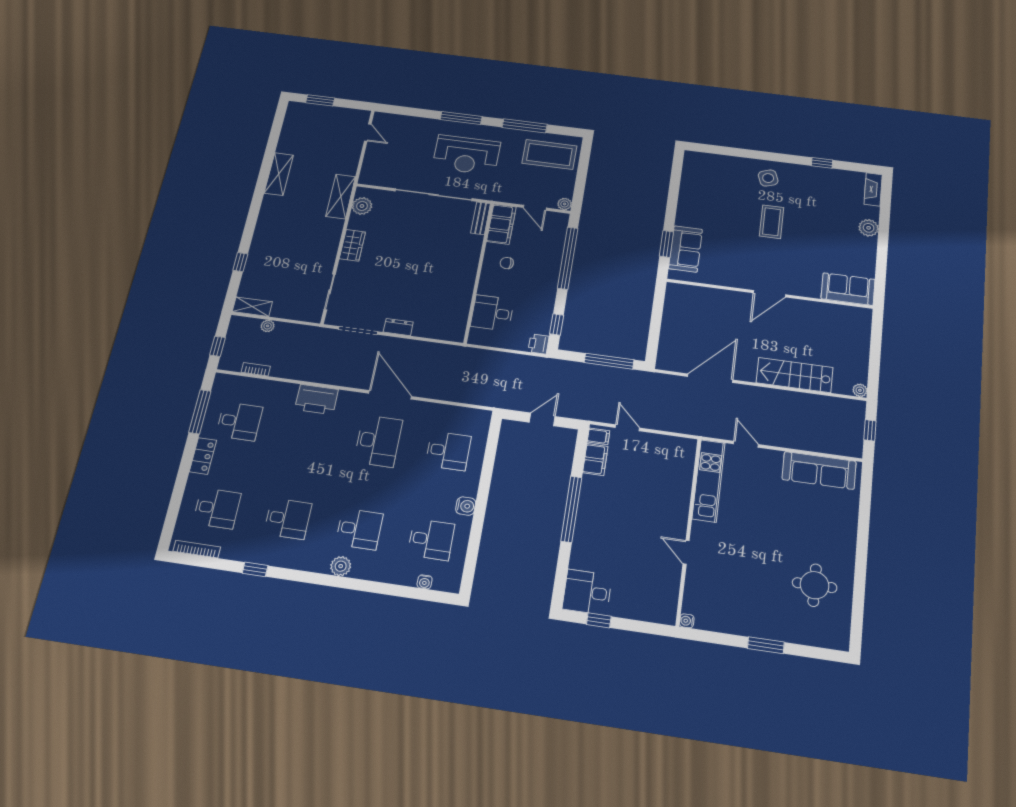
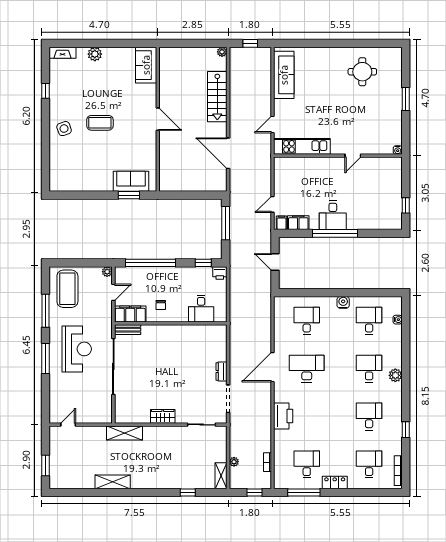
plant: (362, 206) -> (130, 416), removed
desk: (587, 592) -> (333, 215), moved

